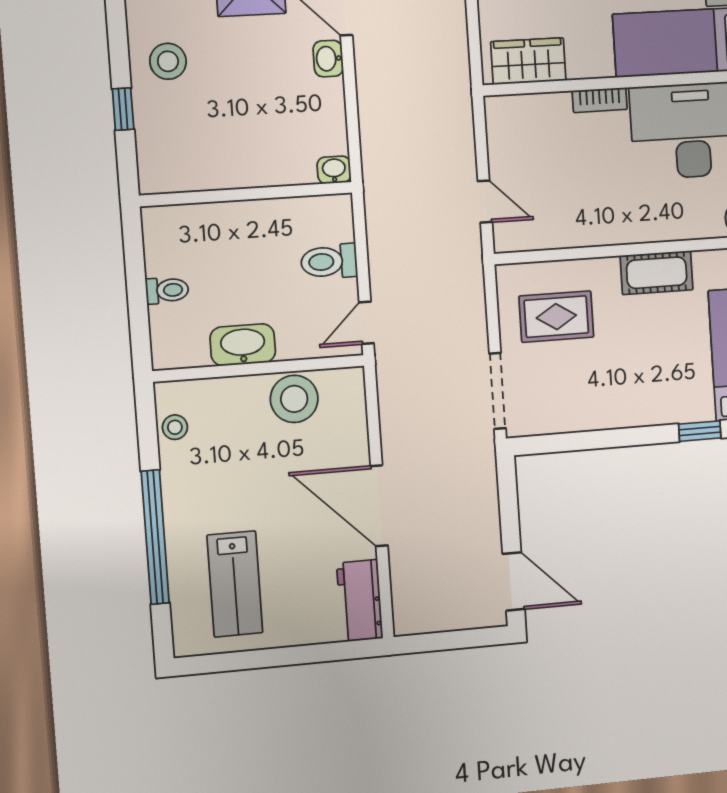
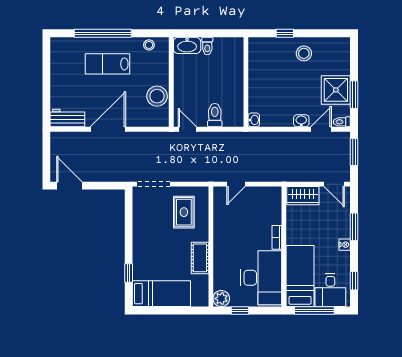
wardrobe: (528, 61) -> (303, 196), moved, turned 90
washbasin: (243, 345) -> (187, 45), moved, turned 90
door: (514, 581) -> (69, 186), swing flipped
lab bench: (235, 584) -> (108, 64), moved

